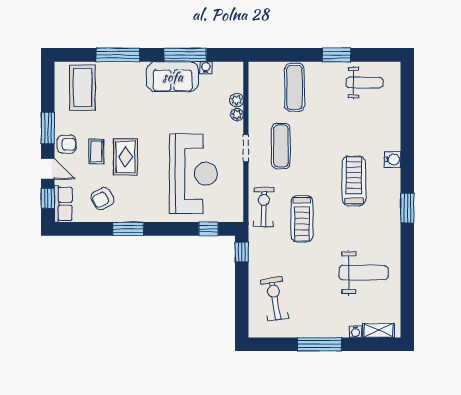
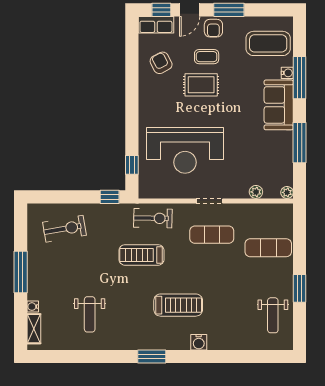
water cooler: (206, 68) -> (287, 73), moved
sofa: (173, 77) -> (279, 105), moved
plant: (237, 115) -> (287, 192), moved
window: (128, 229) -> (132, 88), removed
weight bench: (364, 273) -> (90, 314), width x0.73, depth x0.75

